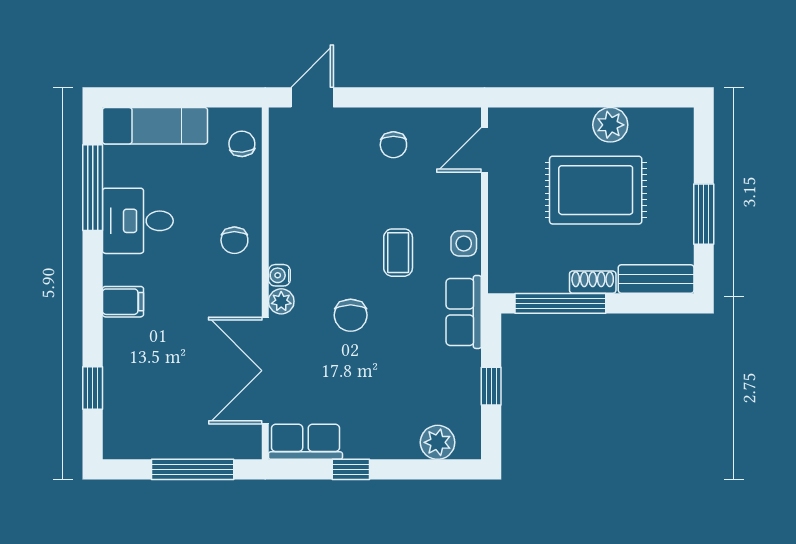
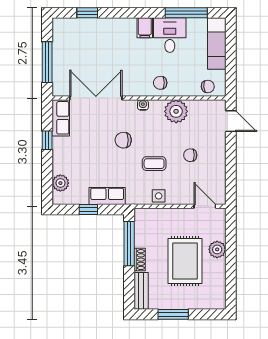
plant: (610, 125) -> (217, 249), moved
chair: (393, 145) -> (190, 155), moved
plant: (281, 301) -> (176, 111), moved, width x1.87, depth x1.87
filing cabinet: (123, 302) -> (145, 28), moved
row of seats: (464, 312) -> (107, 196), moved

